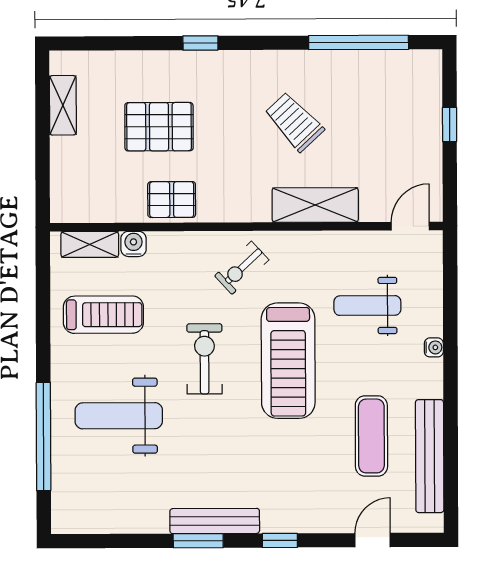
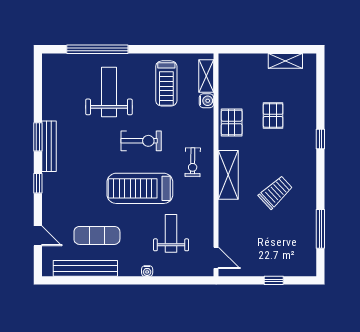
window: (359, 42) -> (320, 229), width x0.68
pallet: (159, 127) -> (273, 115), width x0.67, depth x0.71
shelving: (315, 205) -> (228, 175), moved
exercise bike: (242, 268) -> (193, 162), turned -136

